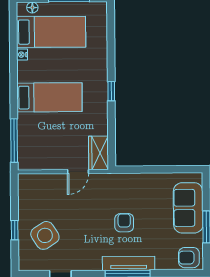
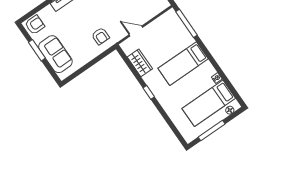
wardrobe: (99, 153) -> (140, 63), moved
door: (78, 172) -> (136, 31), hinge flipped
armchair: (124, 223) -> (100, 36), moved

